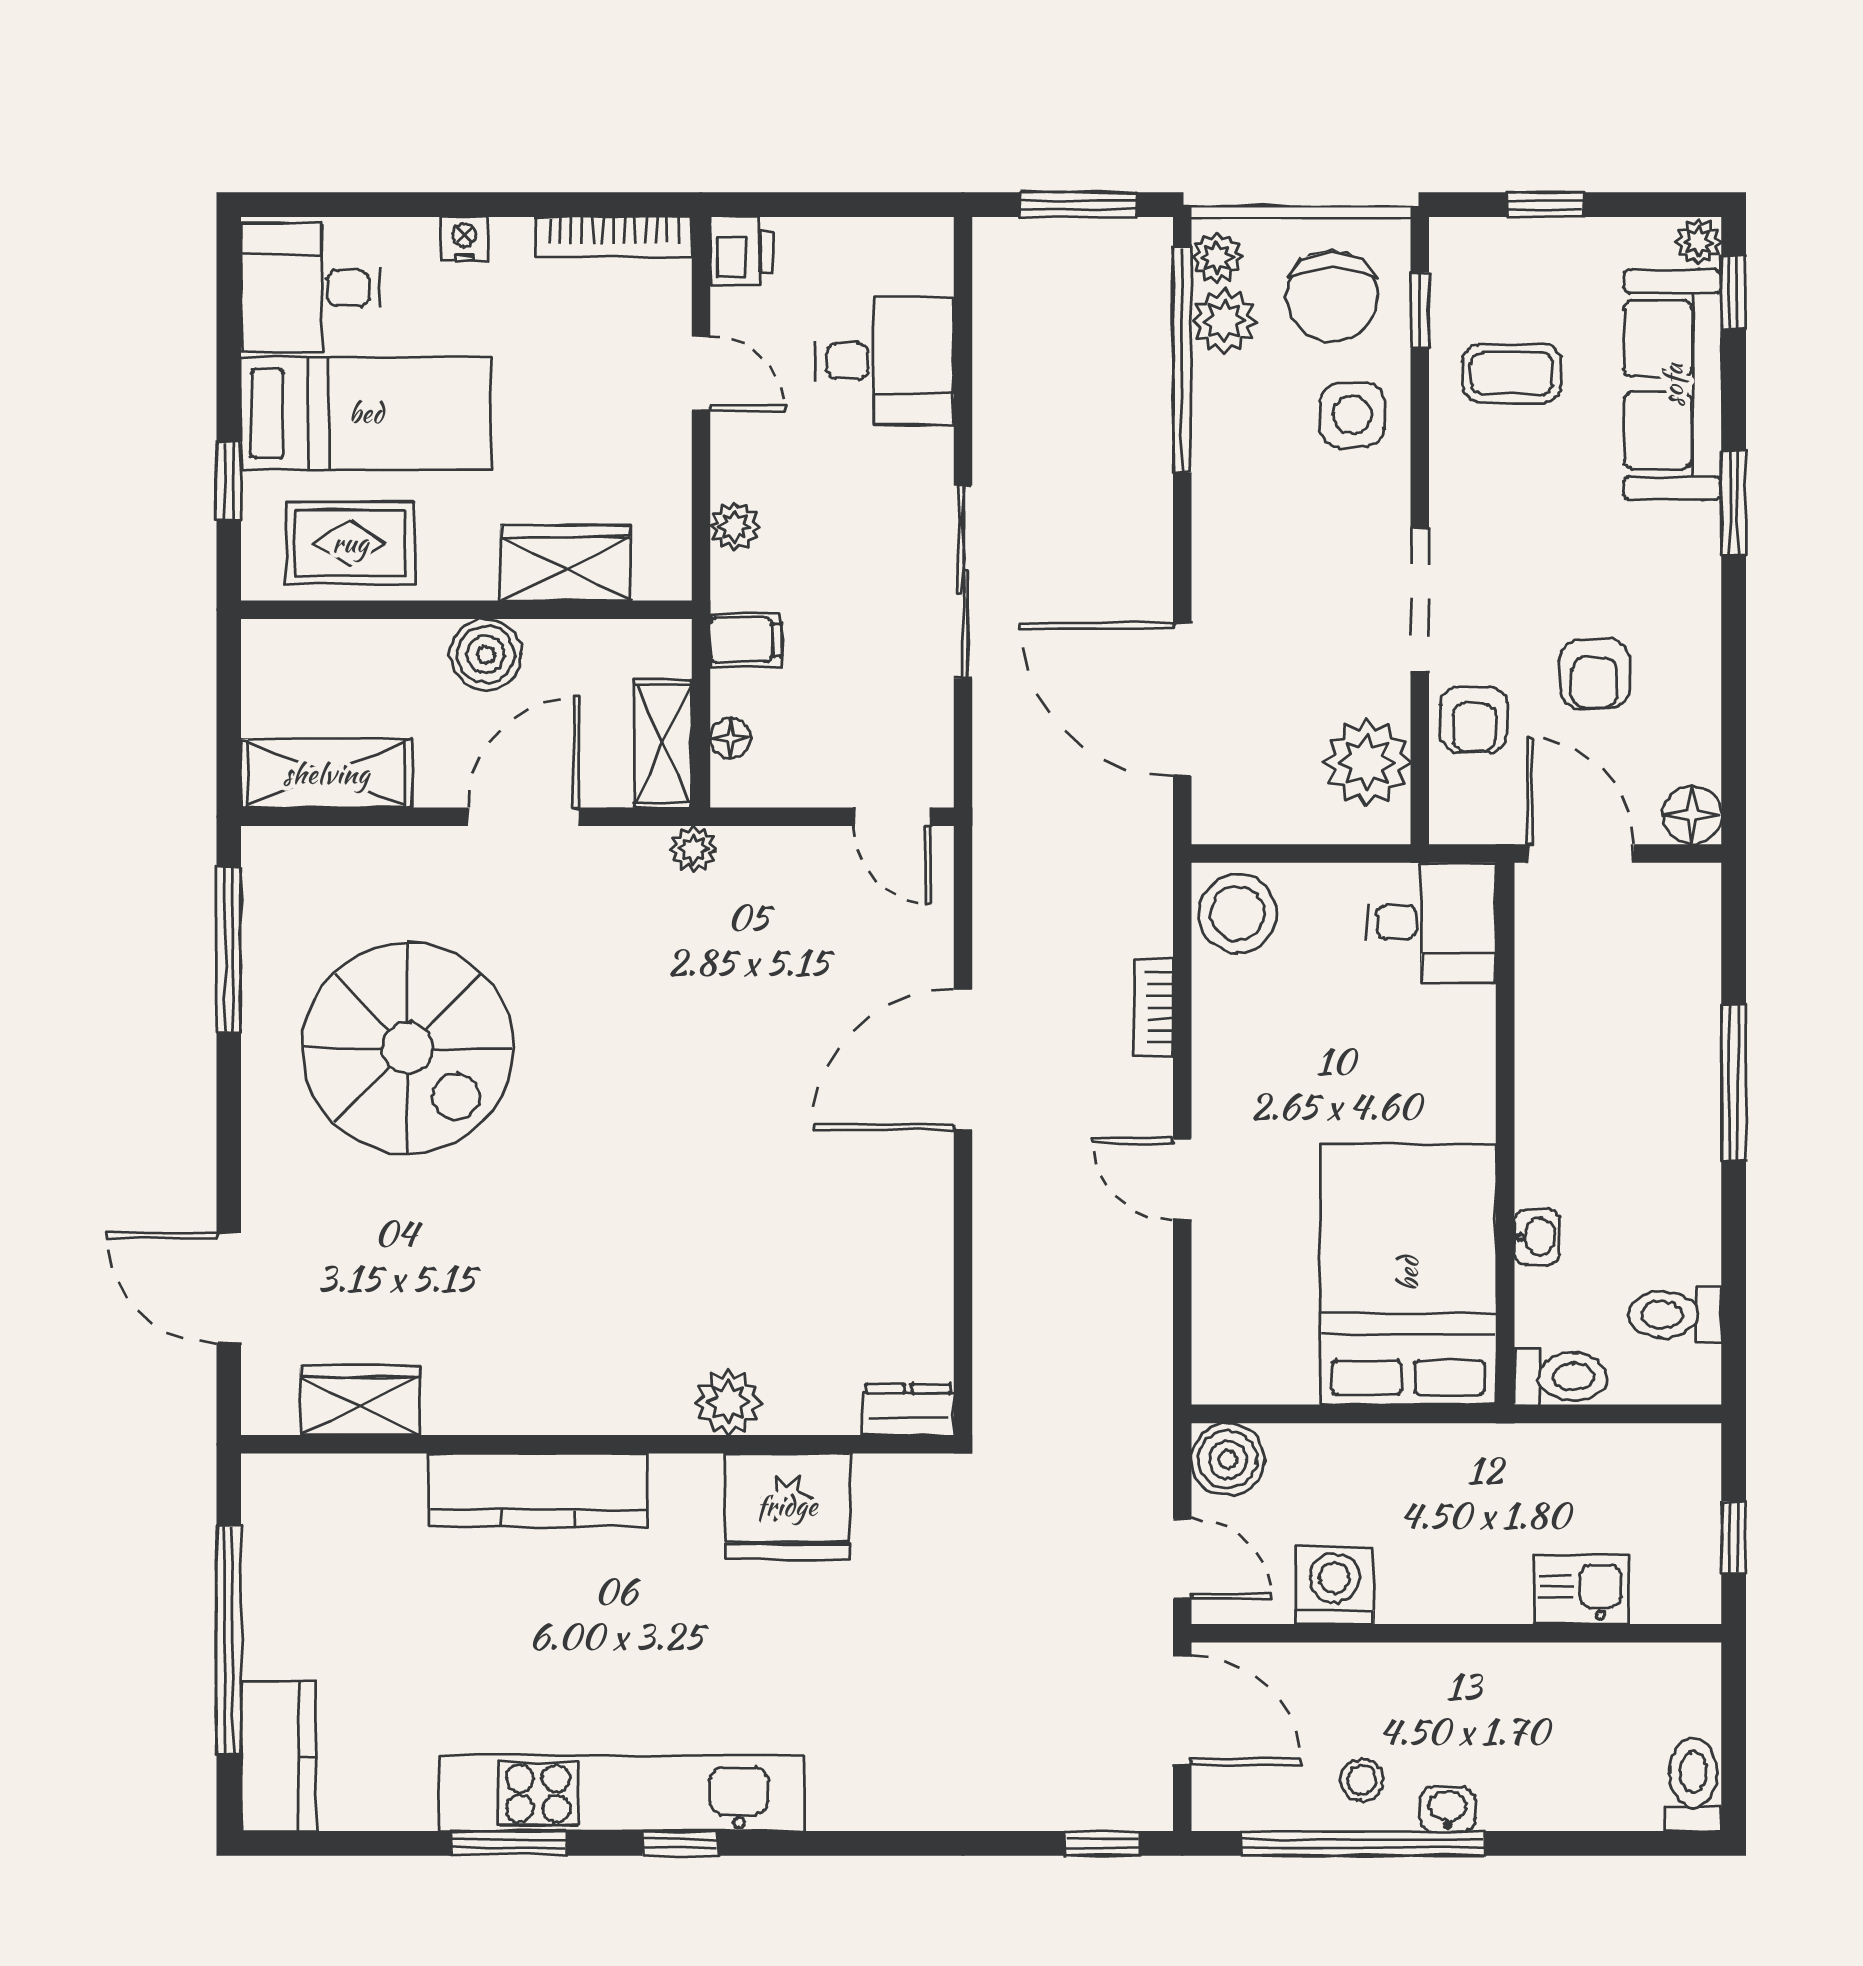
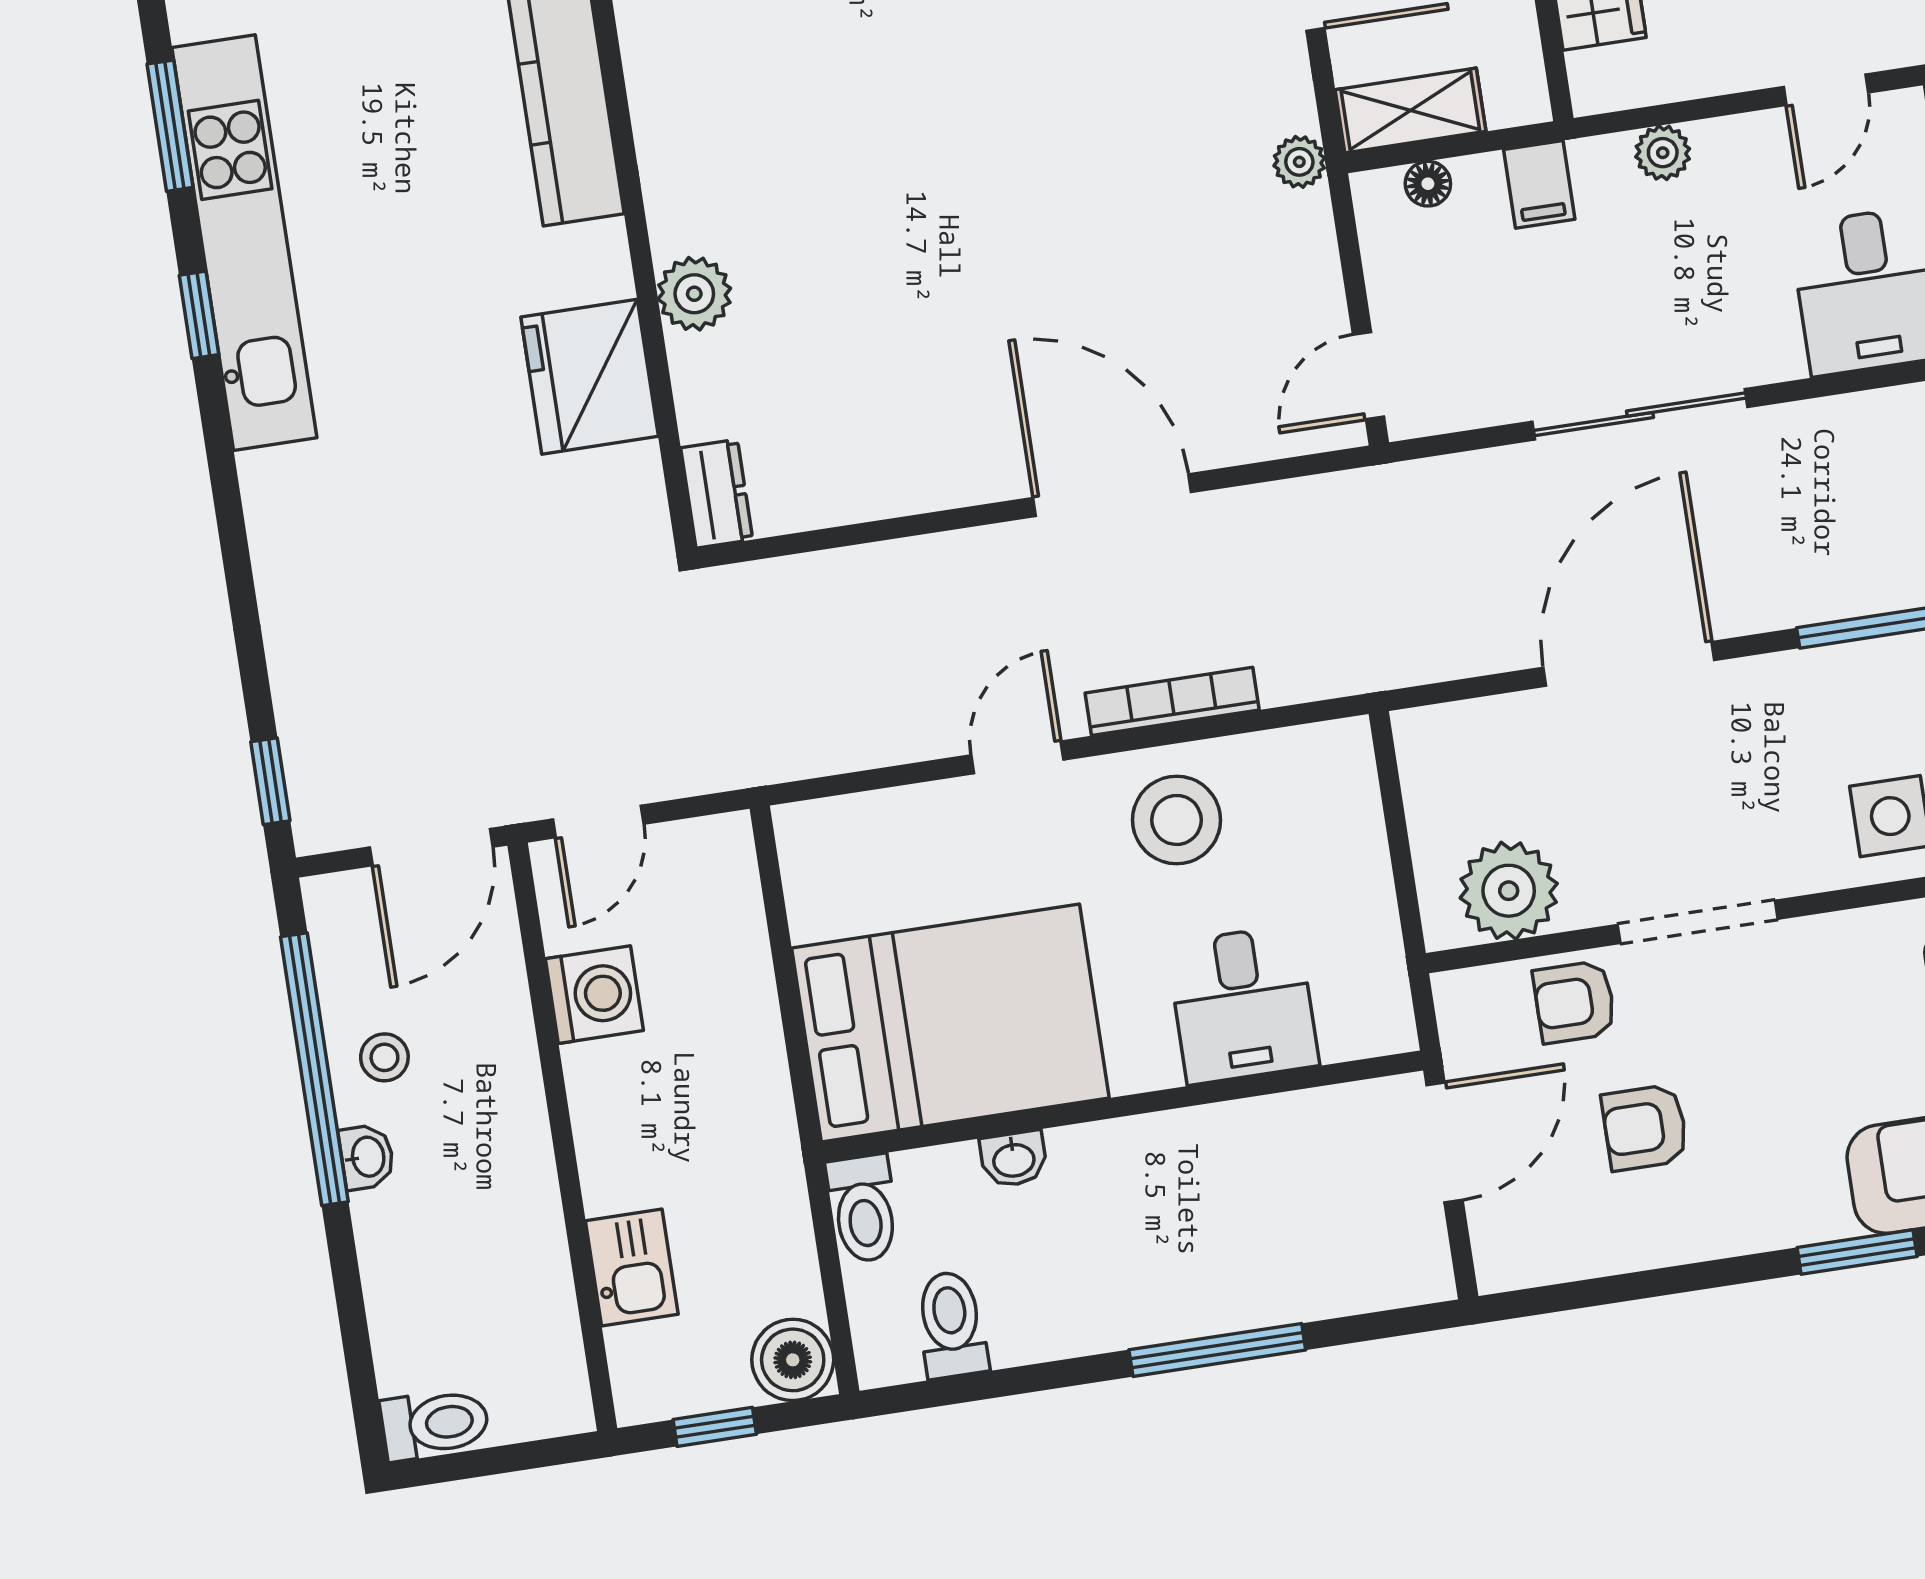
door: (1182, 700) -> (1629, 664), moved
floor lamp: (1692, 815) -> (1506, 1259), removed
stool: (1237, 914) -> (1177, 820), moved
desk: (1431, 922) -> (1243, 1005), moved
bookcase: (1154, 1007) -> (1172, 701), width x1.56
boiler: (1228, 1460) -> (793, 1360), moved

